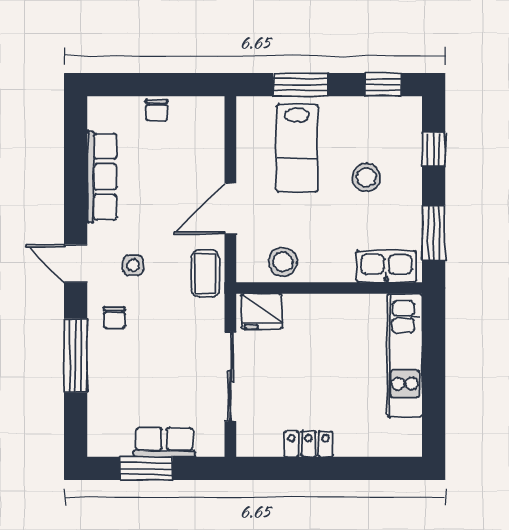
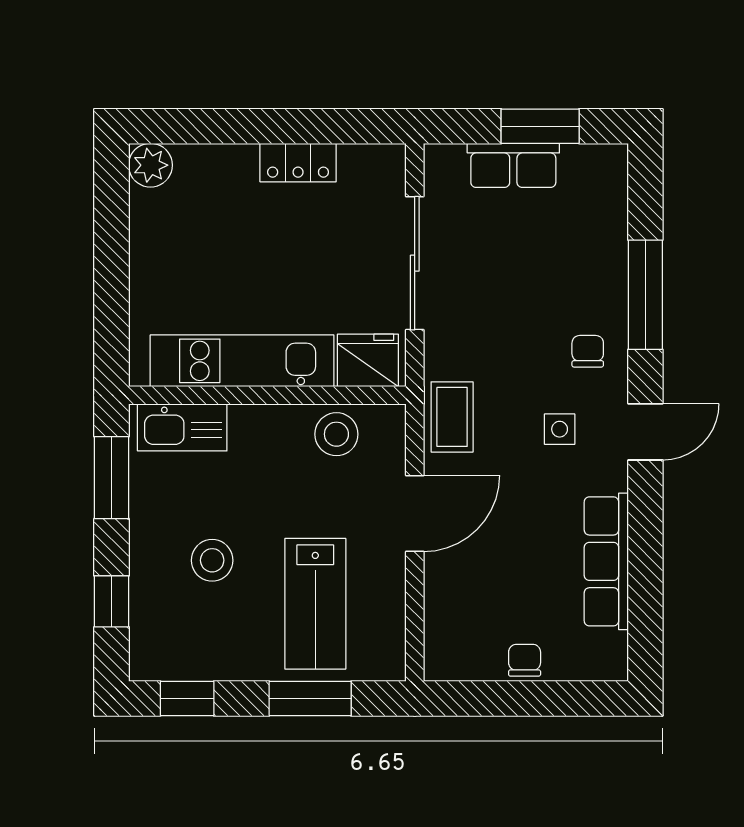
lab bench: (297, 148) -> (315, 604), turned 180
door: (76, 263) -> (645, 432), hinge flipped
kitchen unit: (405, 355) -> (242, 361), moved, turned -90
plant: (408, 442) -> (150, 165), added

